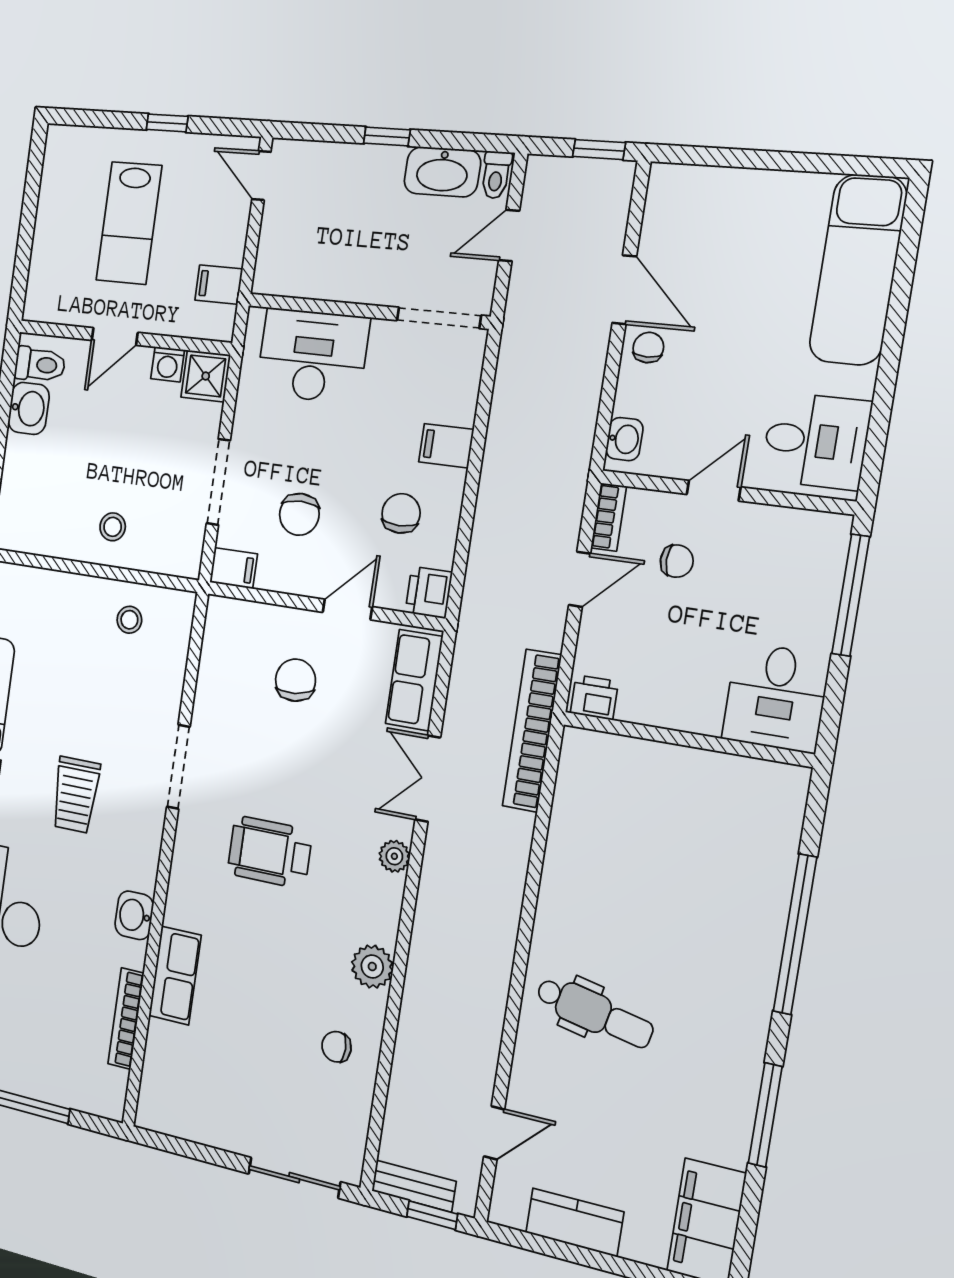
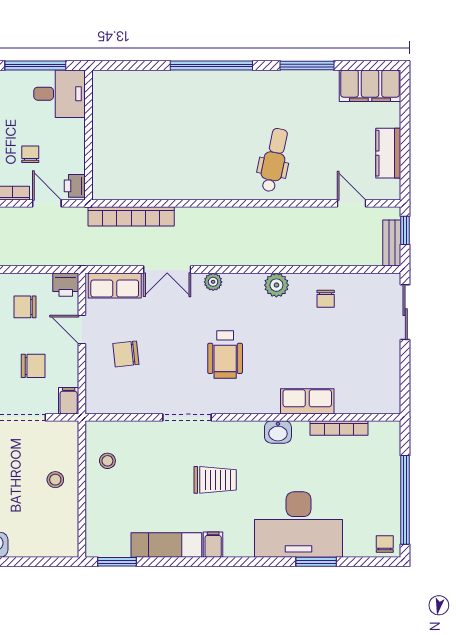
printer: (594, 697) -> (75, 186), moved
desk: (776, 697) -> (60, 94), moved
wall: (686, 739) -> (89, 135), moved

